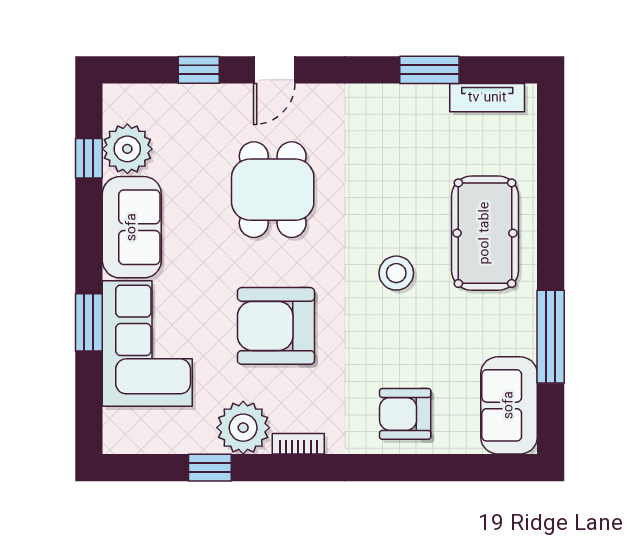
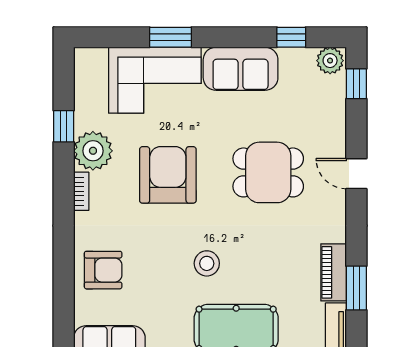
window: (199, 70) -> (356, 84), moved
piano: (408, 101) -> (334, 272), added
plant: (127, 149) -> (330, 61), moved, width x0.73, depth x0.73
armchair: (405, 414) -> (103, 270), turned 90

